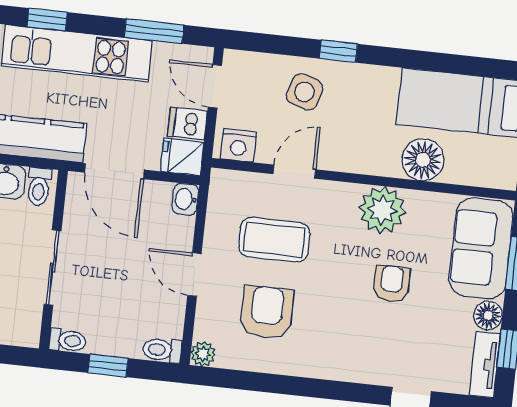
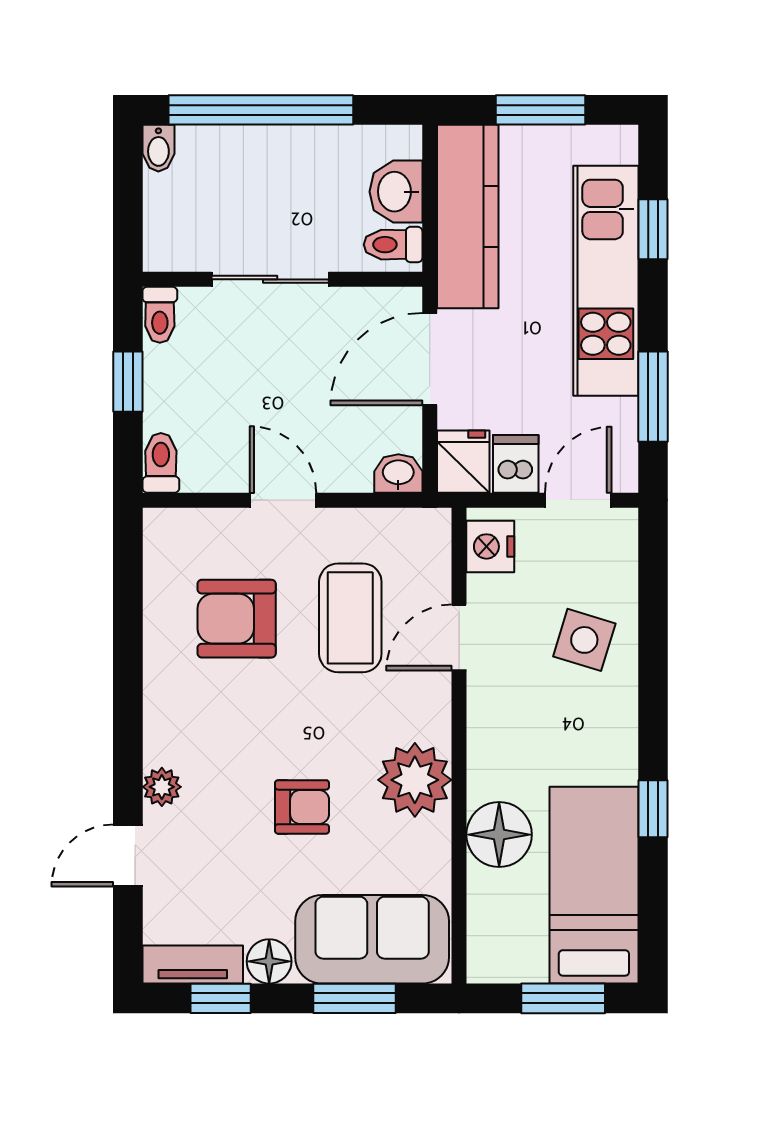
window: (338, 51) -> (653, 809), moved
door: (294, 172) -> (459, 637), swing flipped
door: (194, 275) -> (283, 500), hinge flipped
armchair: (267, 312) -> (237, 619), turned 180
plant: (203, 354) -> (162, 787), moved

